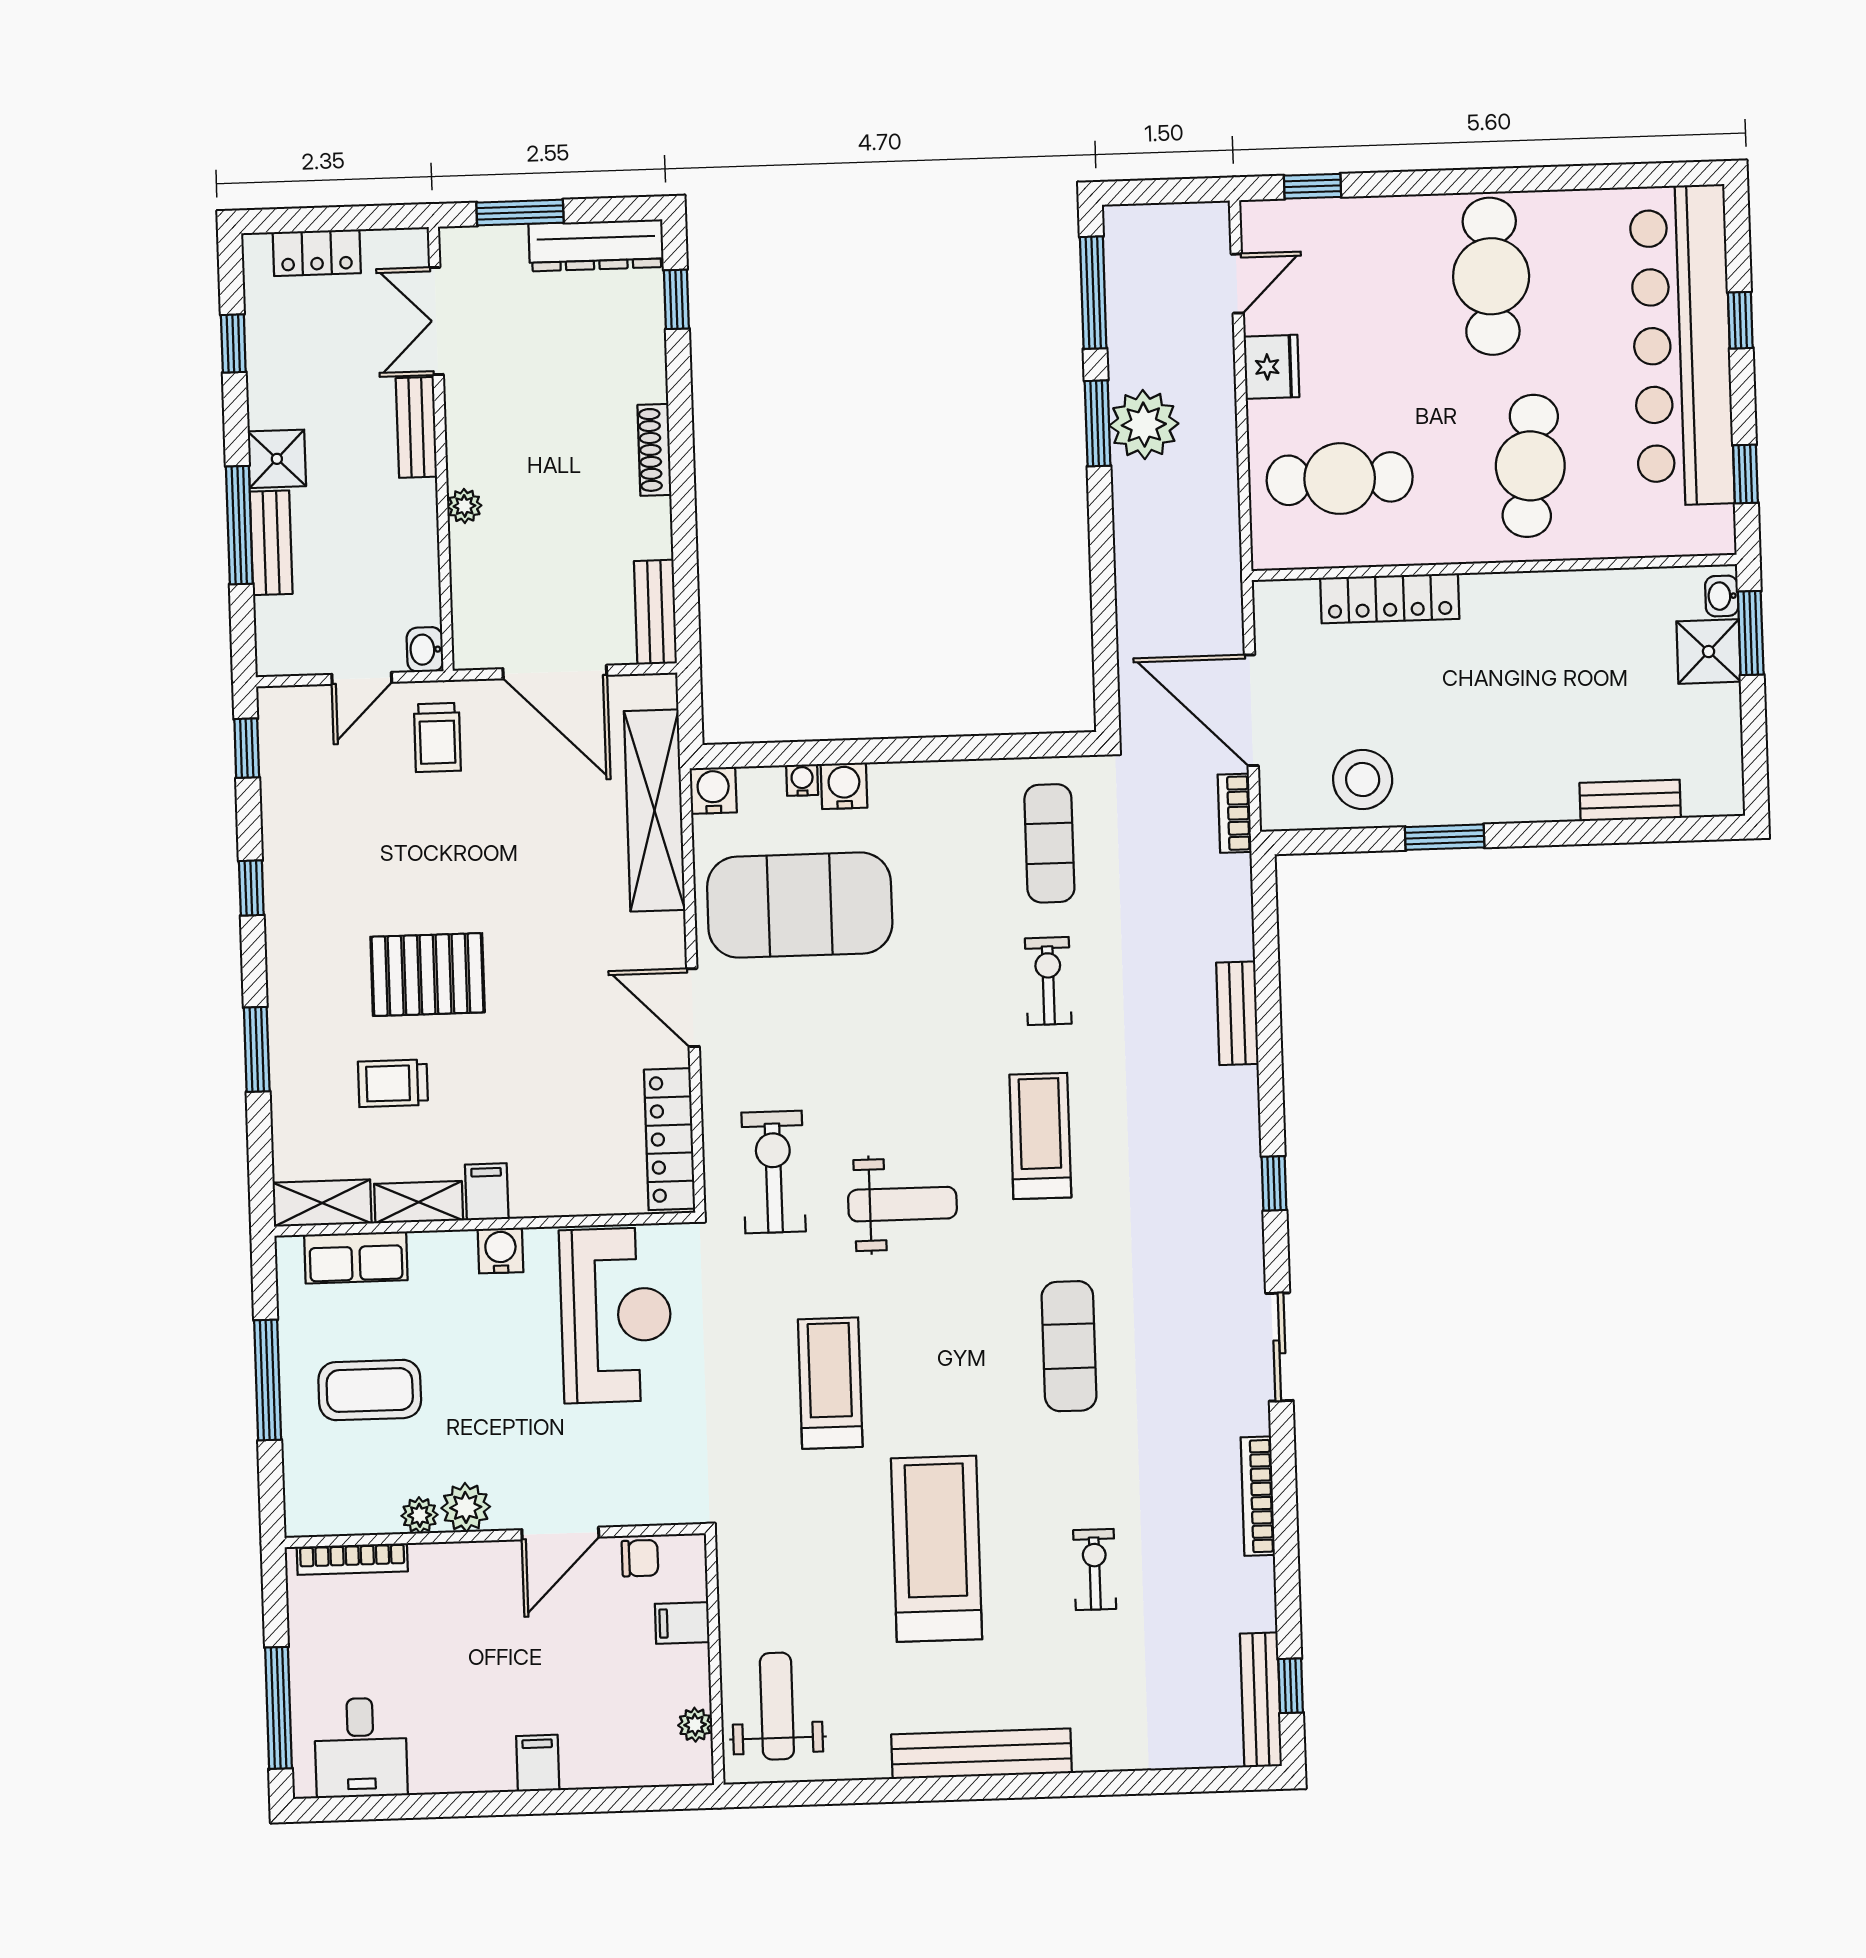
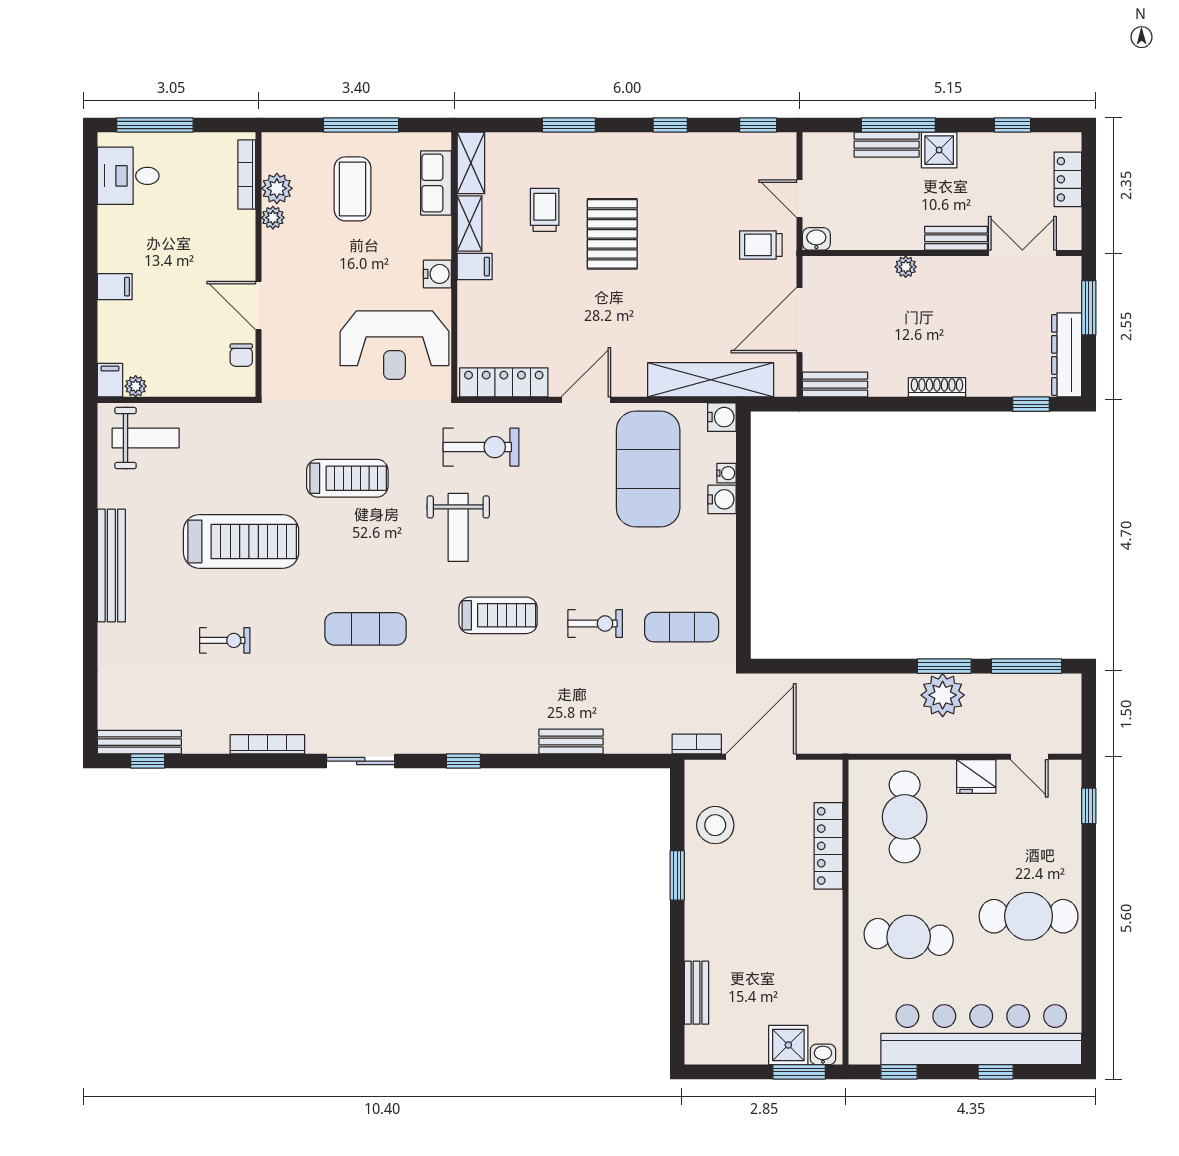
plant: (466, 1507) -> (277, 188), moved
filing cabinet: (682, 1623) -> (110, 380), moved

